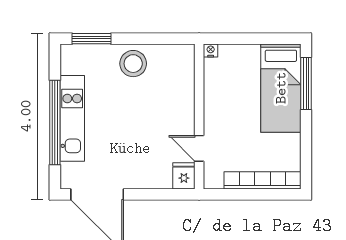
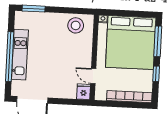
stool: (133, 64) -> (76, 25), moved
bed: (281, 88) -> (131, 43), width x2.04
window: (306, 139) -> (156, 74), added

